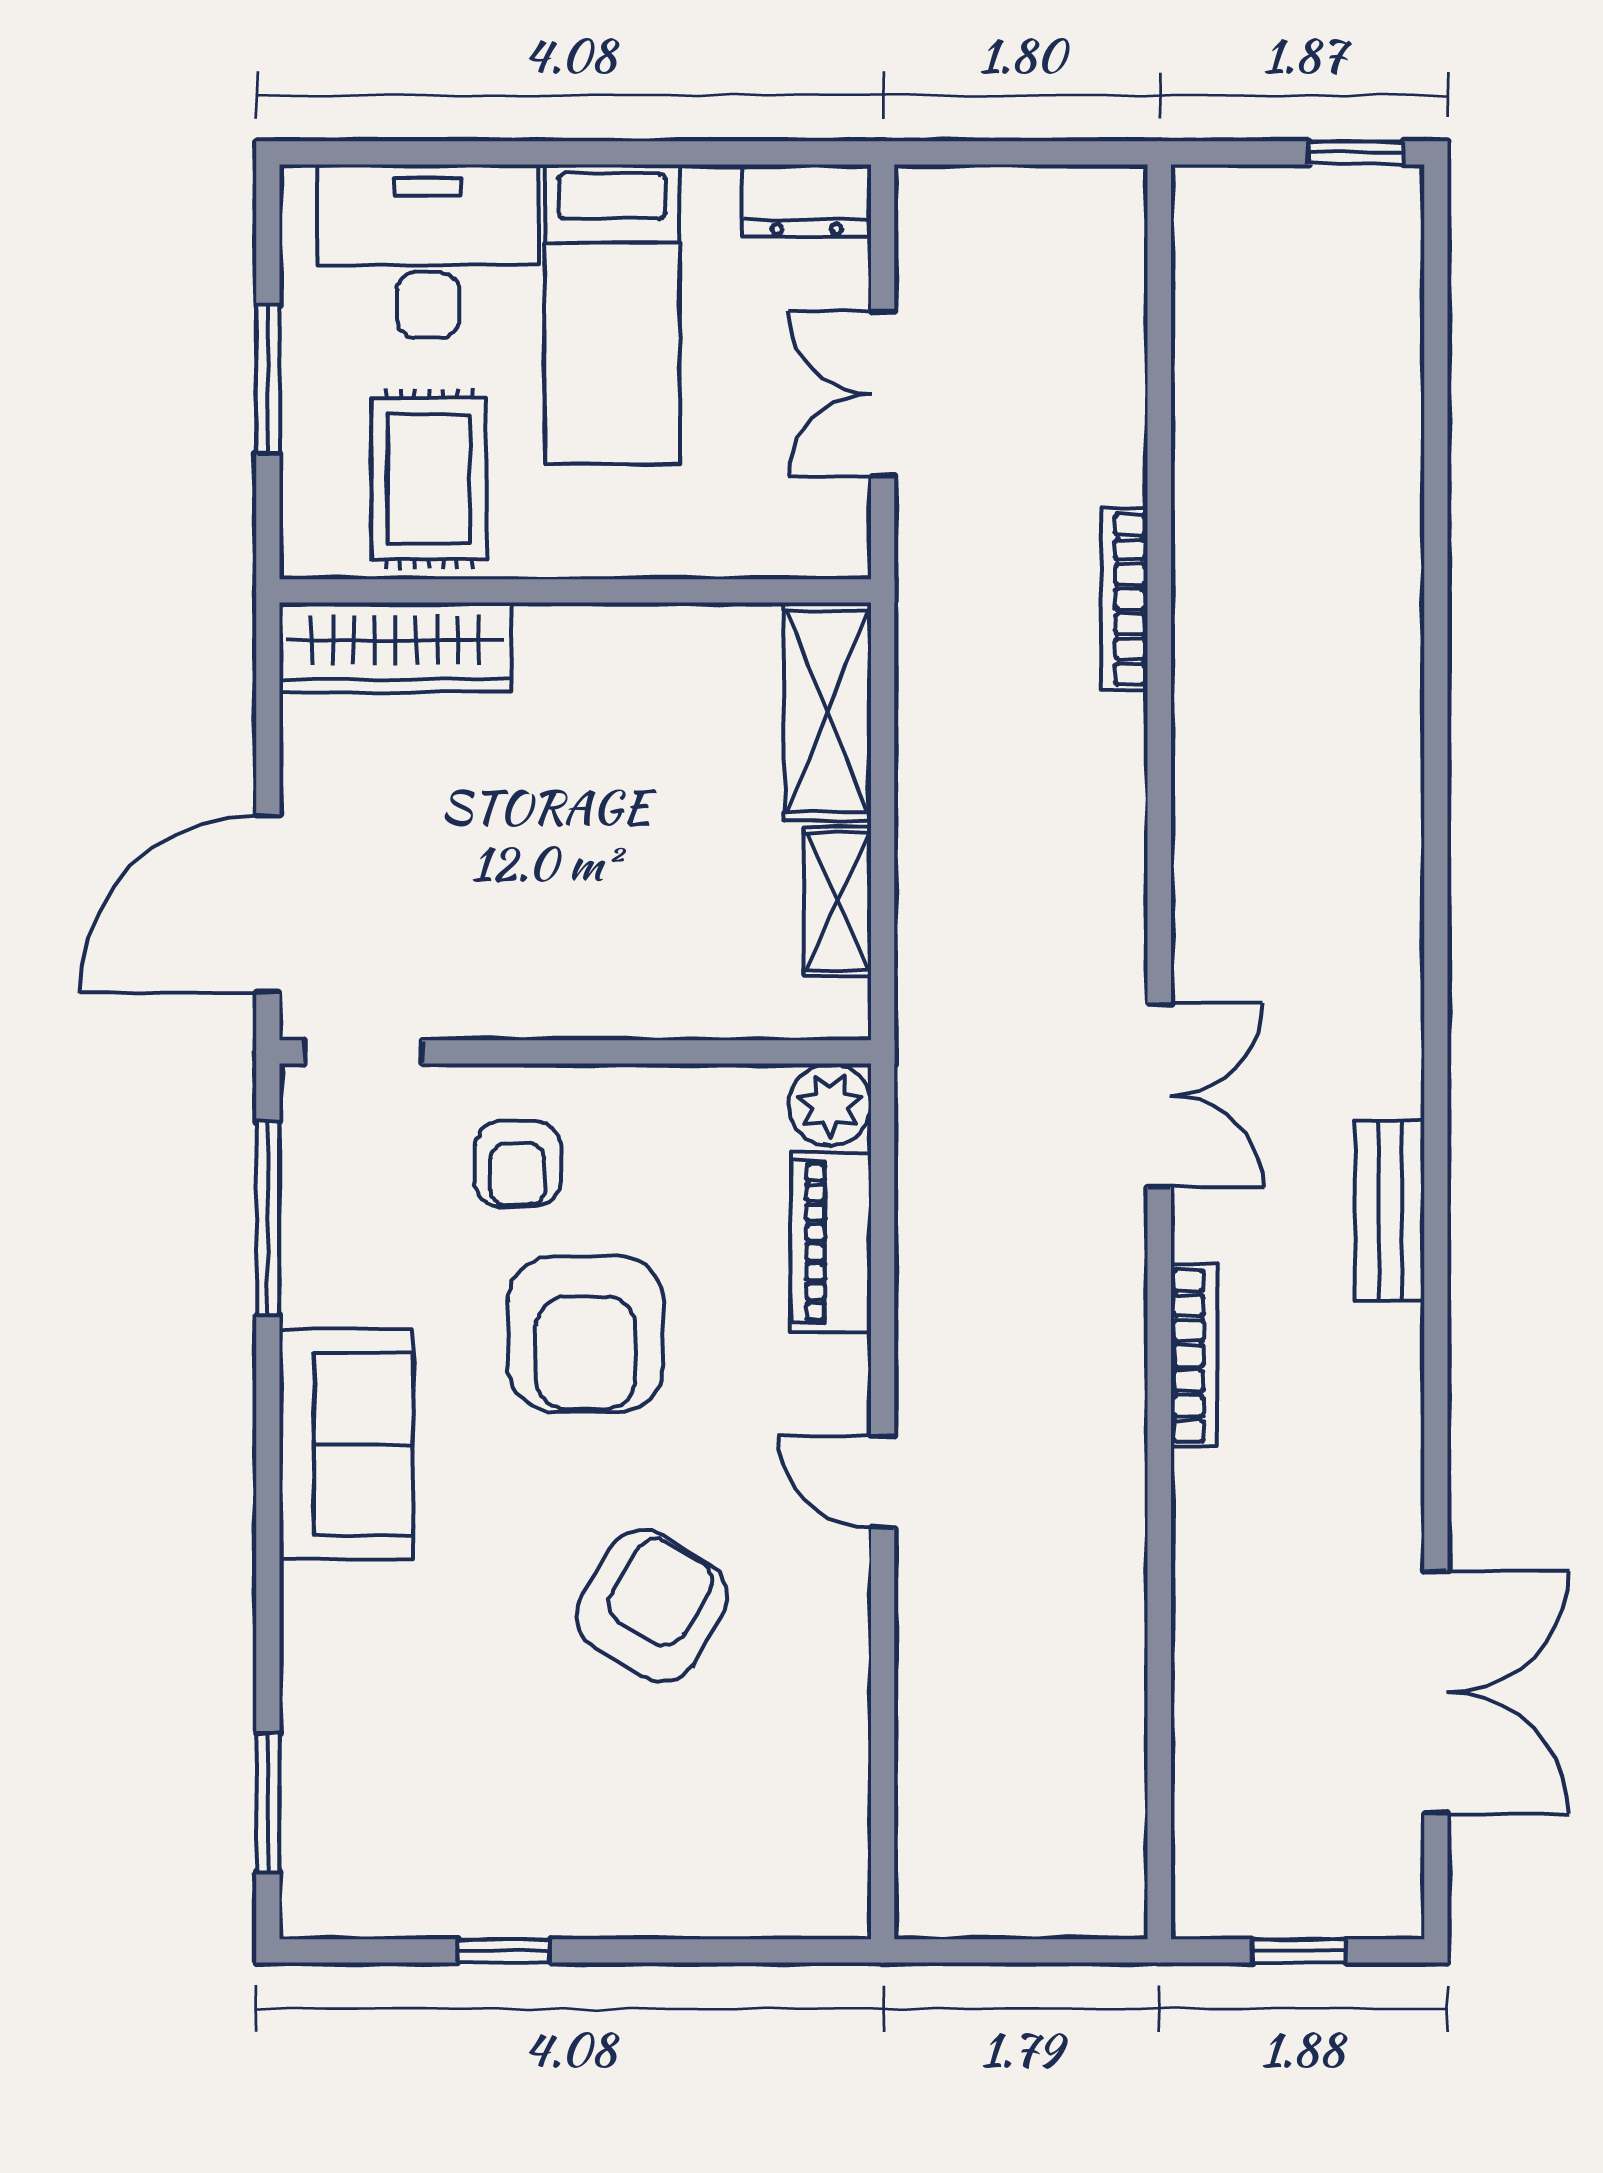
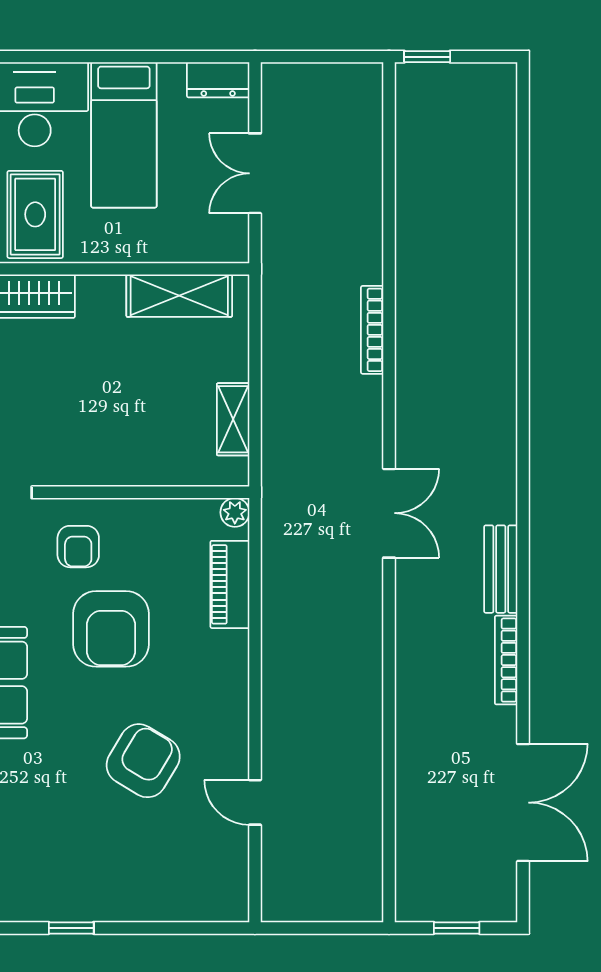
window: (1356, 153) -> (427, 57), moved
bookcase: (1124, 599) -> (372, 330), moved
shelving: (827, 712) -> (179, 296), moved, turned 90
plant: (830, 1105) -> (235, 512), width x0.73, depth x0.73
bookcase: (1194, 1356) -> (506, 660), moved, turned 180
door: (883, 1482) -> (255, 802), moved

